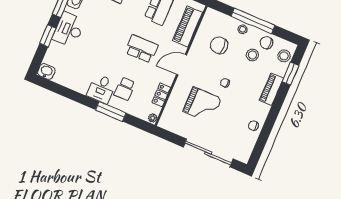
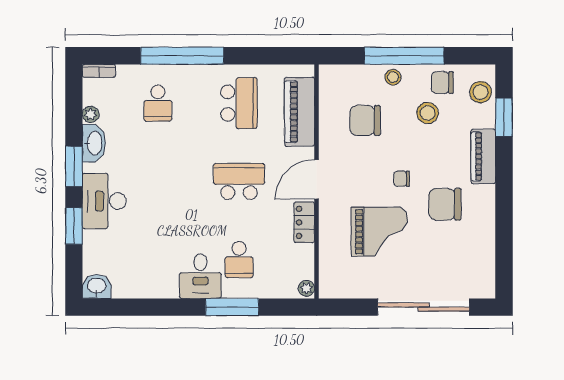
locker: (161, 95) -> (304, 222), moved
chair: (253, 126) -> (445, 204), moved, width x1.87, depth x1.87

